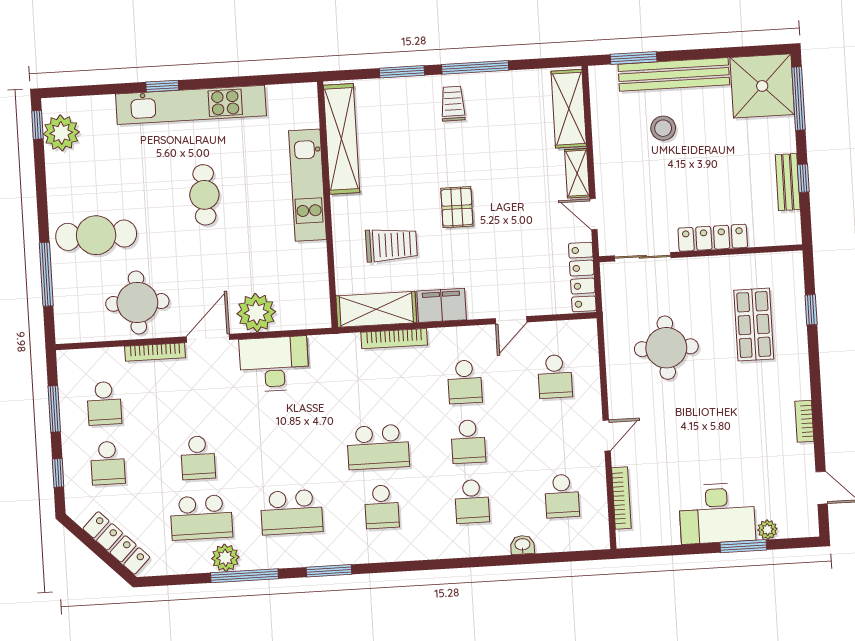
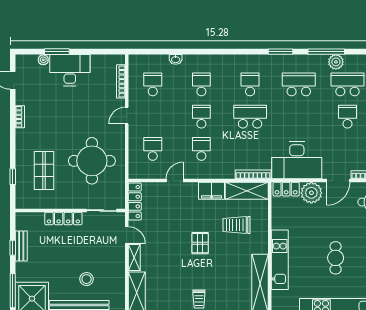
locker: (304, 317) -> (286, 189), added
bookcase: (394, 339) -> (253, 174), moved
round table: (666, 348) -> (92, 161), width x1.36, depth x1.36
desk: (274, 364) -> (297, 160), width x1.36, depth x1.30

